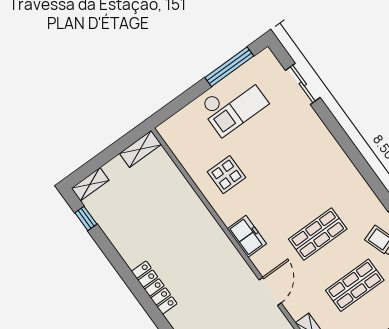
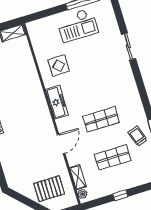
sliding door: (303, 84) -> (128, 46), moved
freezer: (247, 236) -> (57, 102), width x1.40

